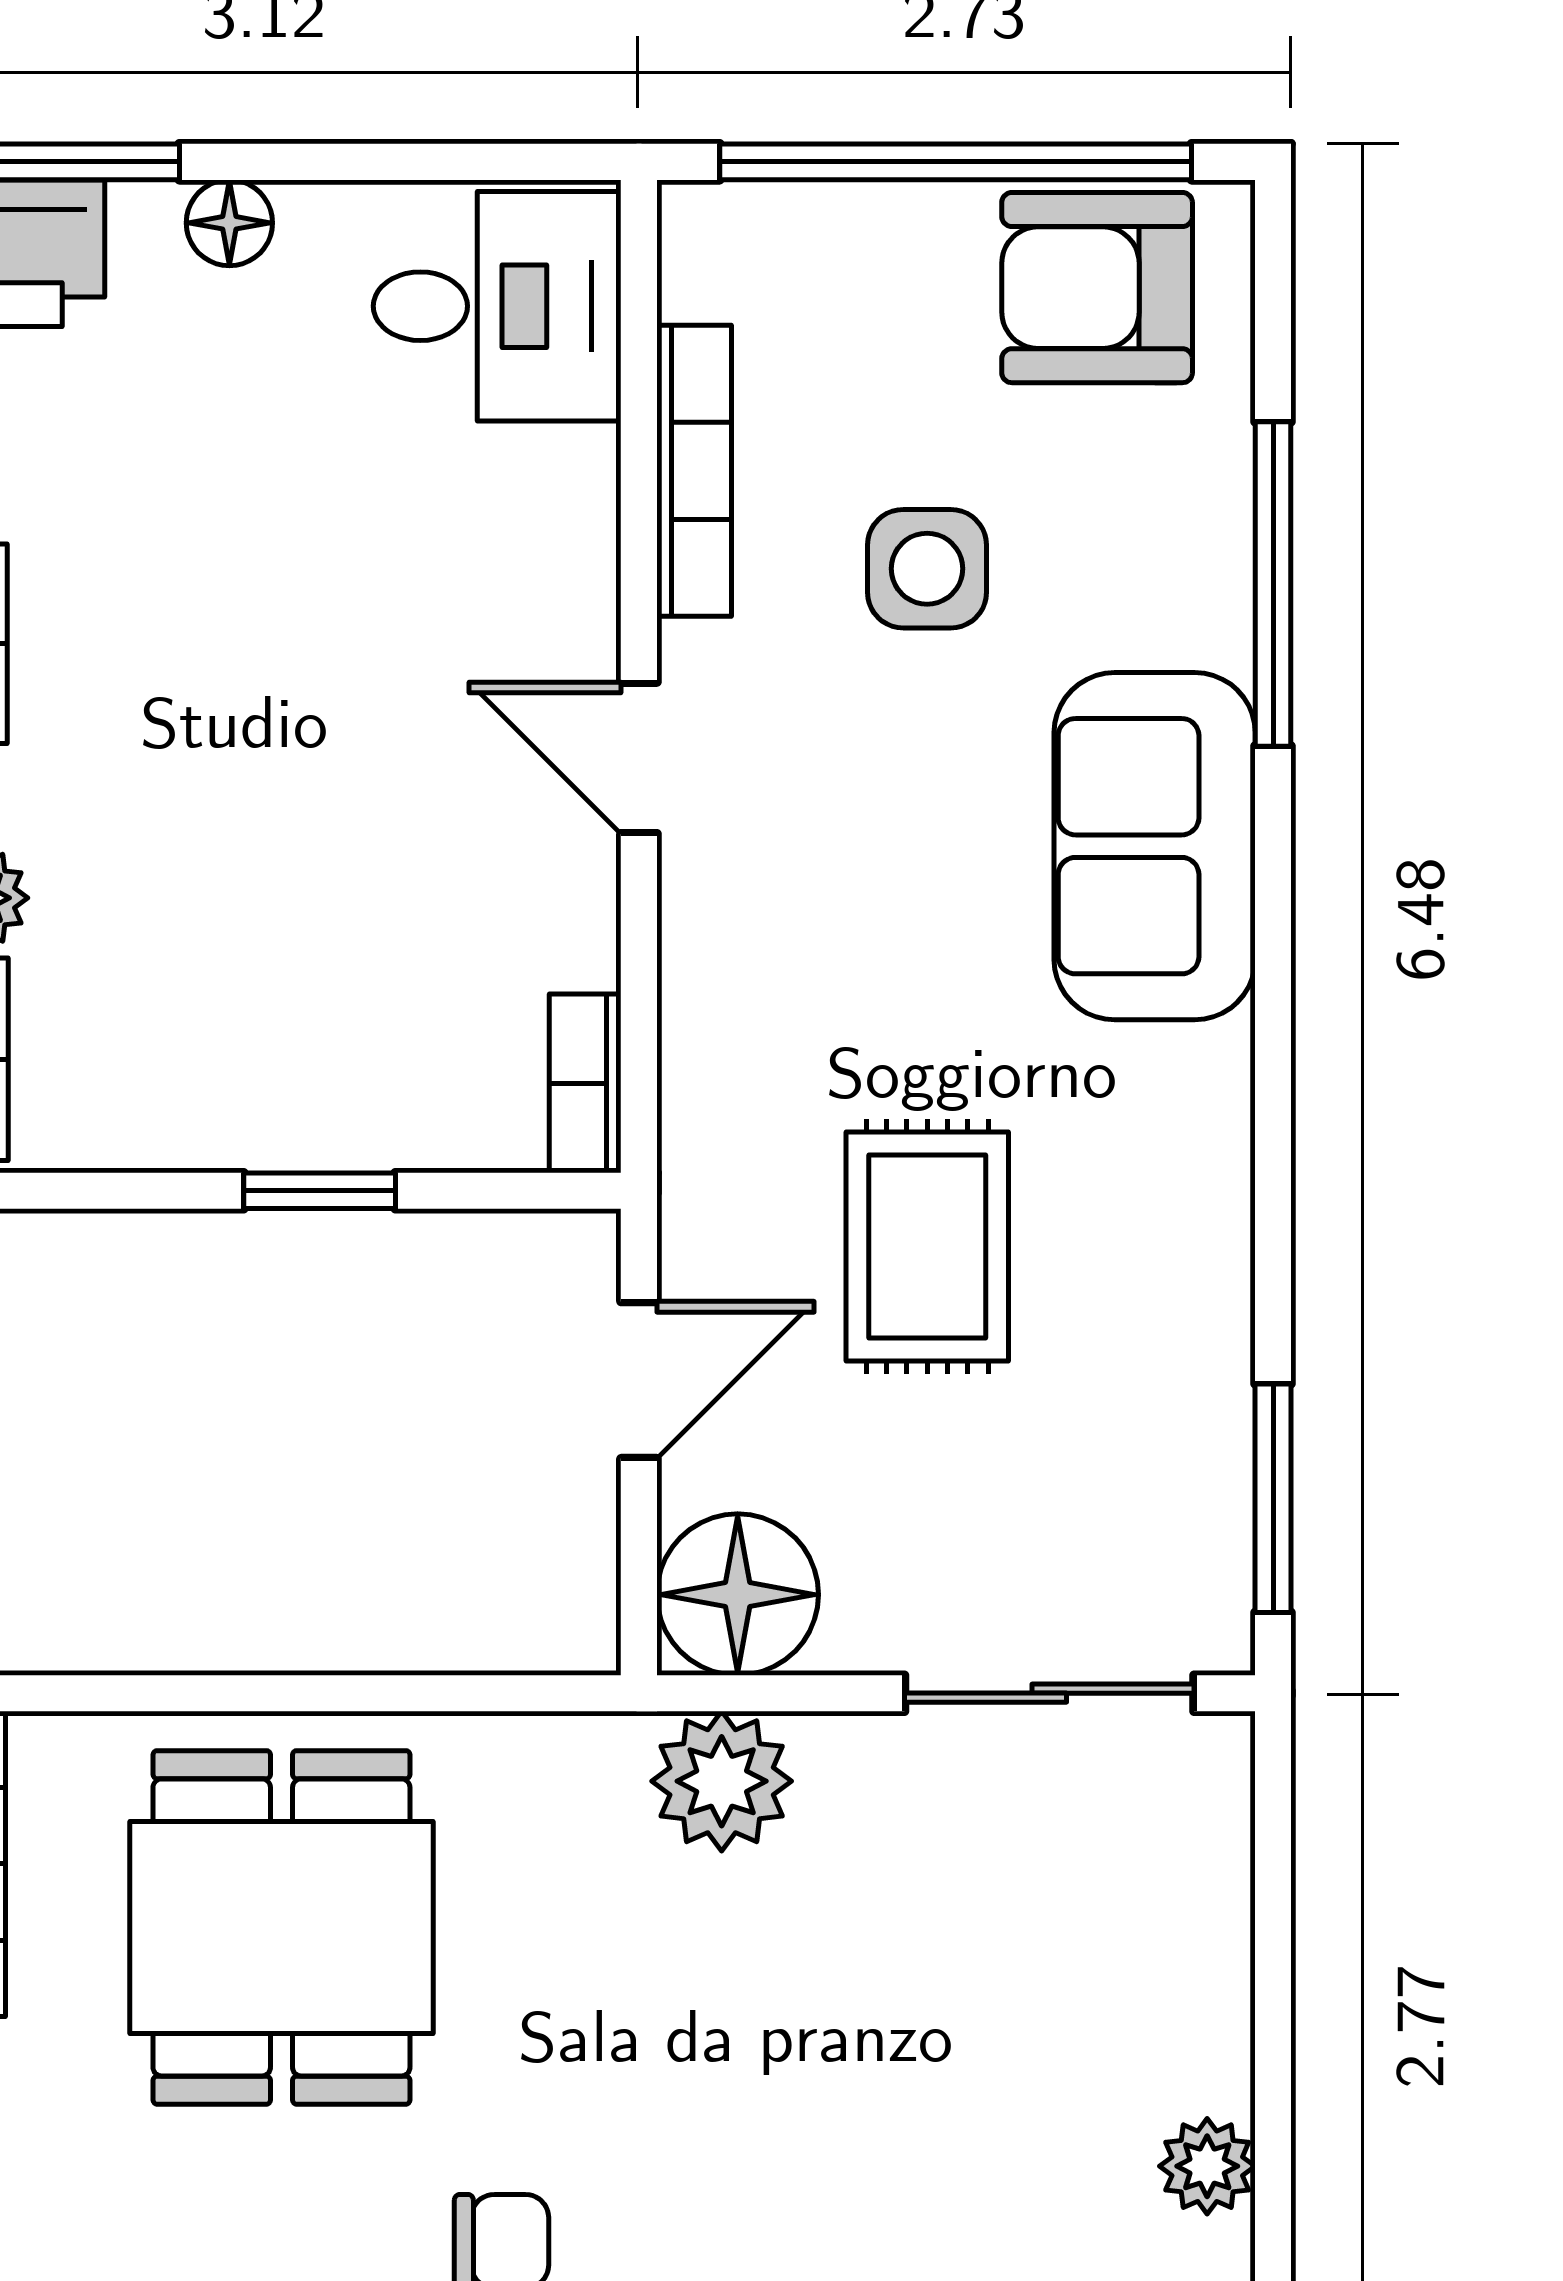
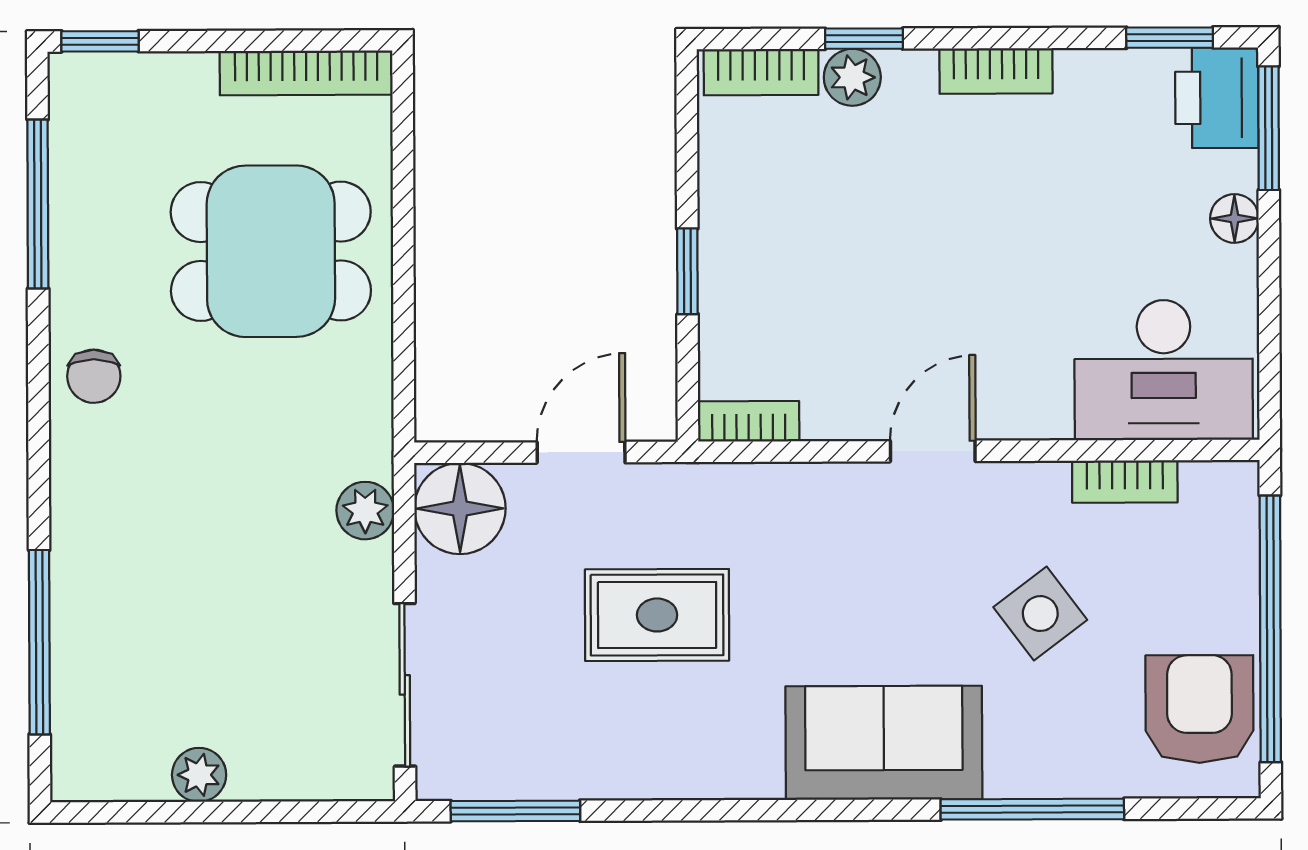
desk: (497, 306) -> (1164, 370), width x1.37
bookcase: (694, 471) -> (1125, 482), width x0.64
side table: (927, 569) -> (1040, 614), turned -37
door: (639, 1380) -> (581, 452), swing flipped
plant: (722, 1781) -> (365, 511), width x0.73, depth x0.73
plant: (1207, 2166) -> (199, 775), moved

